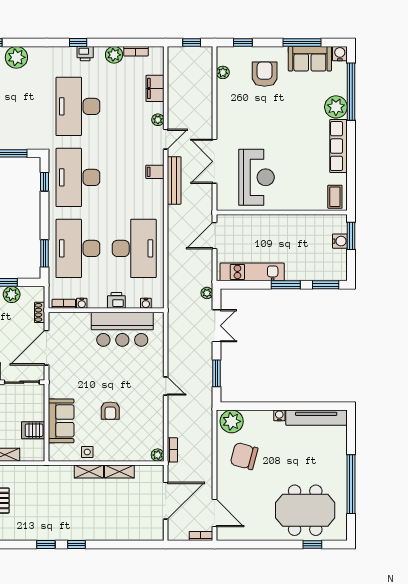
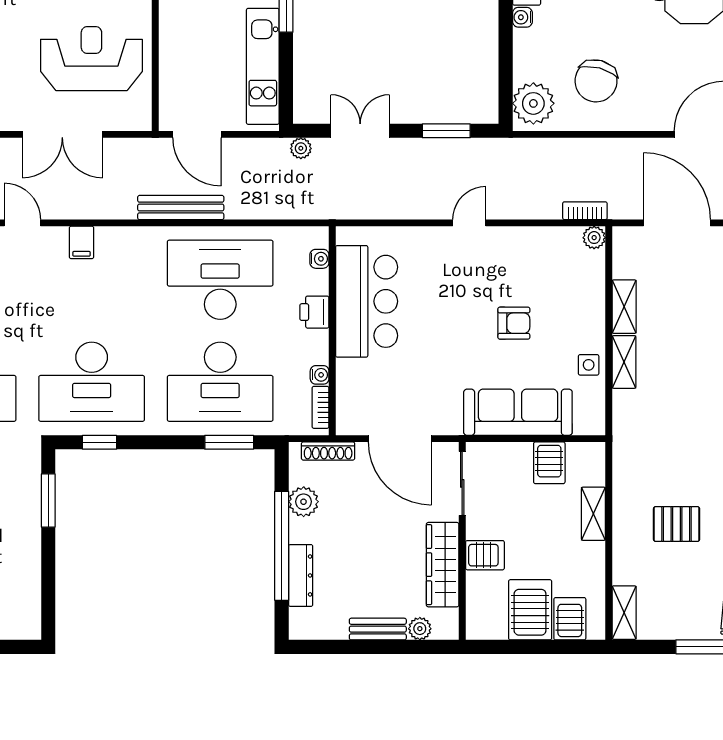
bench: (174, 180) -> (181, 208), moved
shoe rack: (40, 312) -> (328, 451), width x1.43
sofa: (61, 421) -> (518, 412), width x1.36

